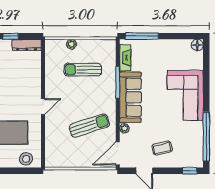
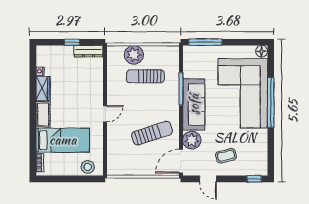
plant: (71, 44) -> (134, 55), width x1.88, depth x1.88
fireplace: (125, 58) -> (189, 64), removed
corner sofa: (185, 95) -> (243, 93), width x1.36, depth x1.36
plant: (124, 128) -> (192, 140), width x1.88, depth x1.88
window: (206, 136) -> (271, 103), moved

